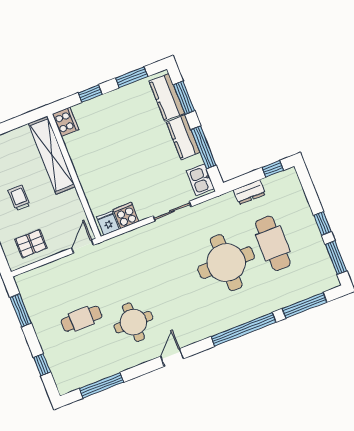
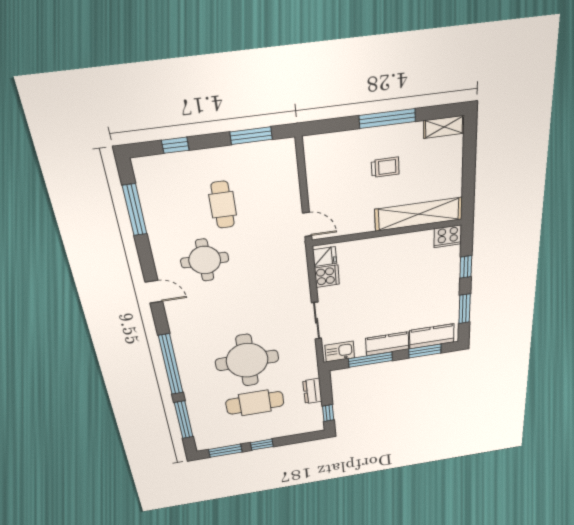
pallet: (31, 244) -> (328, 168), removed

